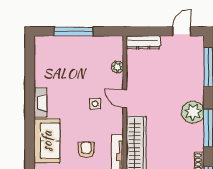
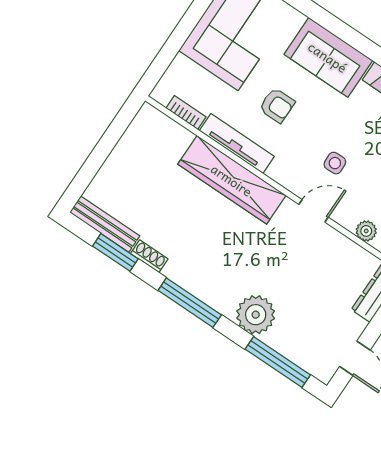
plant: (193, 112) -> (256, 315), moved

